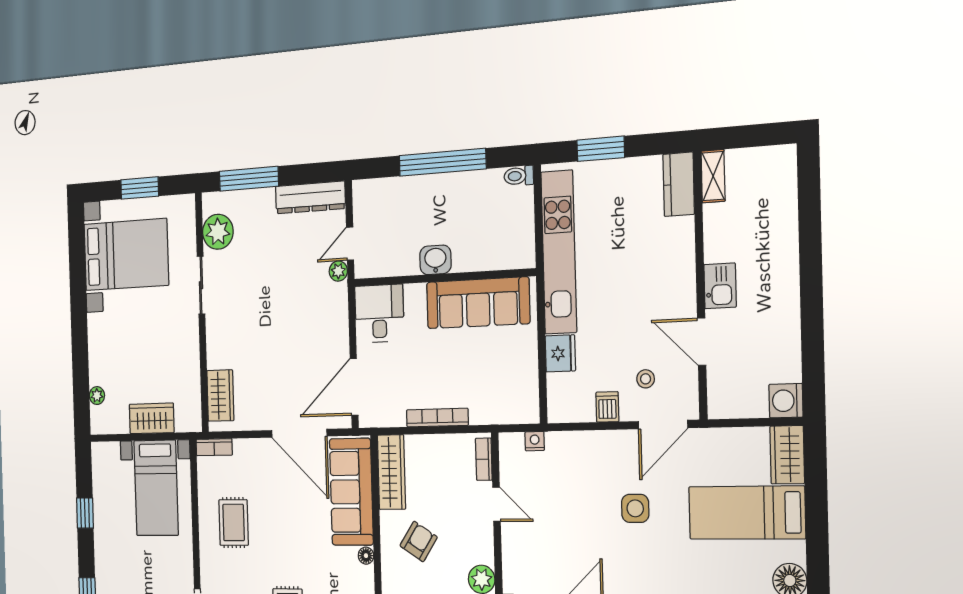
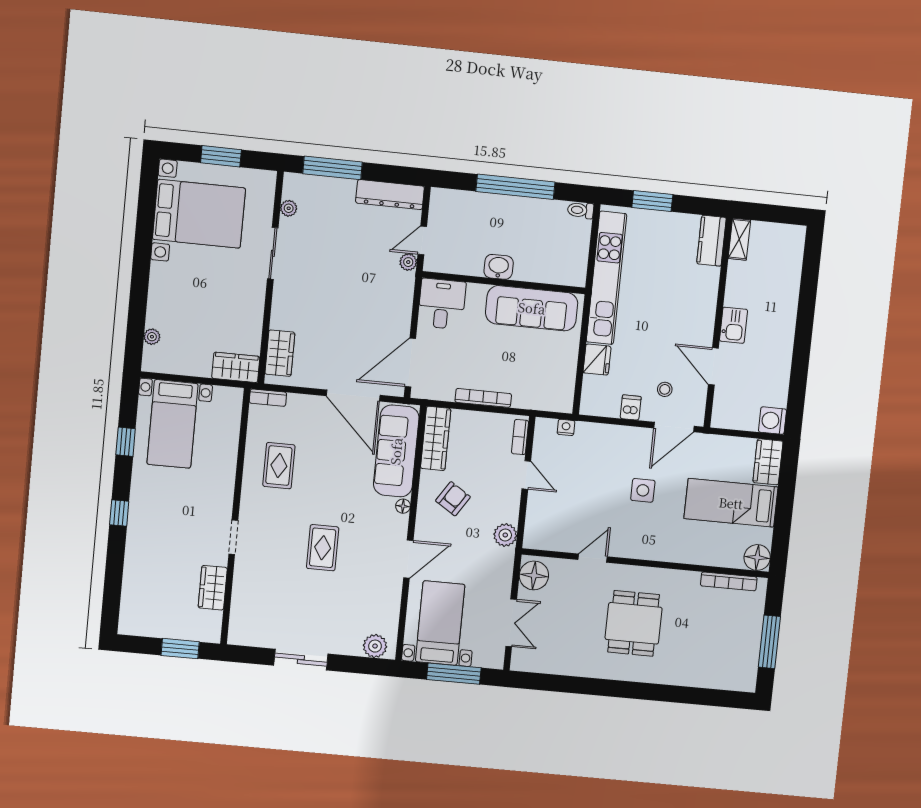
plant: (218, 232) -> (289, 208), width x0.53, depth x0.53
wardrobe: (152, 418) -> (236, 367), moved
bed with nightstands: (156, 488) -> (172, 424), moved

